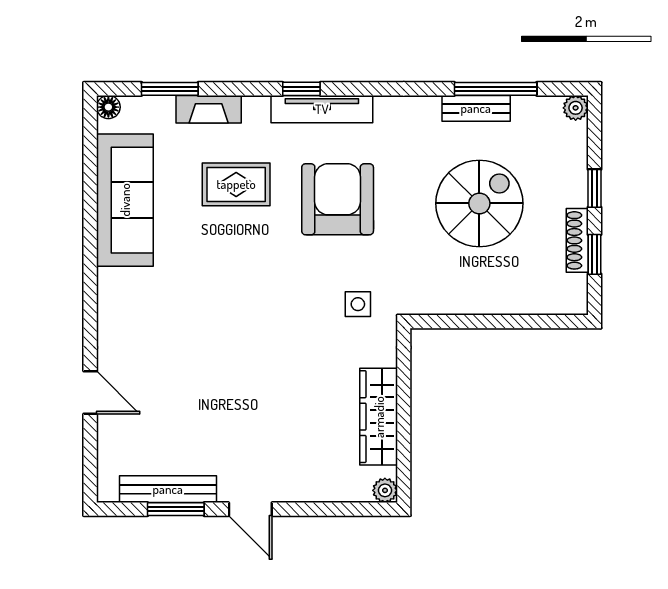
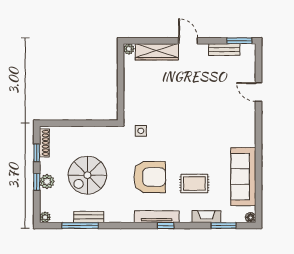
plant: (571, 189) -> (47, 182), added
armchair: (338, 199) -> (150, 177), turned -90
shoe rack: (577, 240) -> (44, 143), moved
wardrobe: (379, 417) -> (157, 52), moved, turned 90
bench: (168, 489) -> (224, 49), width x0.73
window: (176, 509) -> (239, 41), moved

